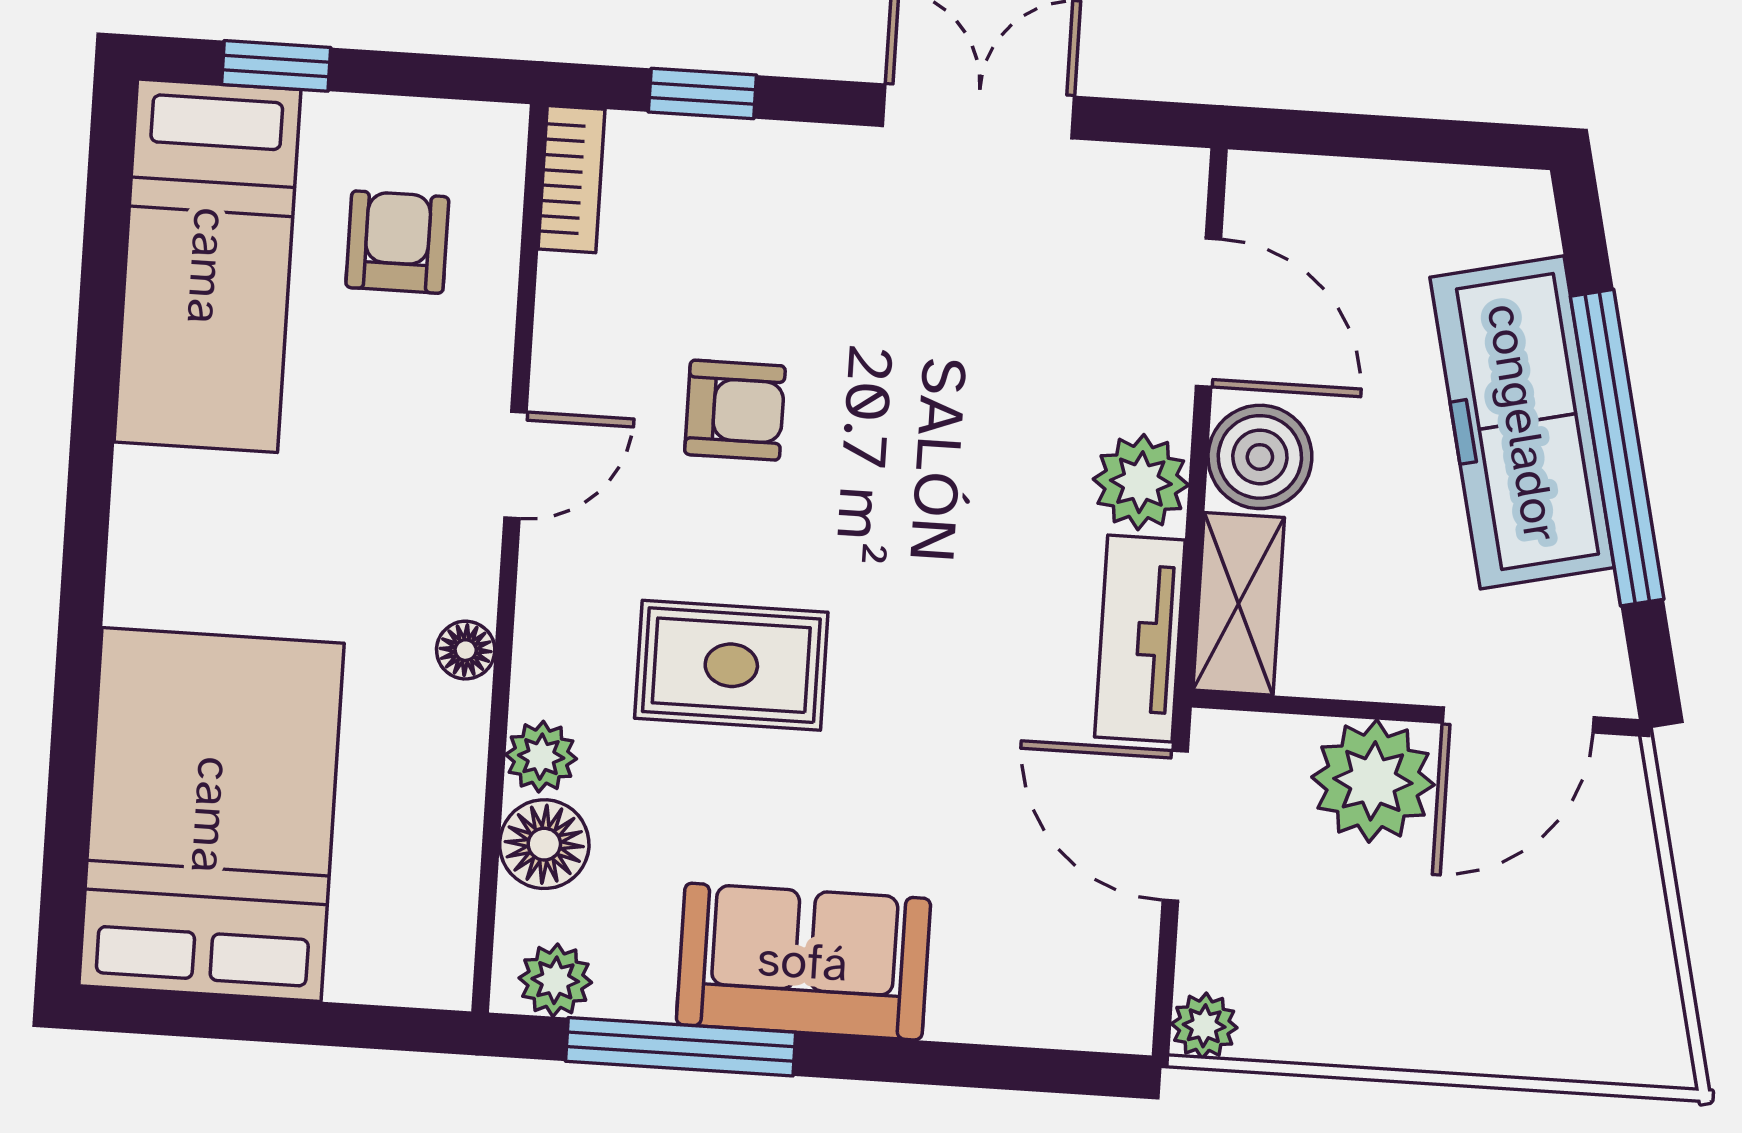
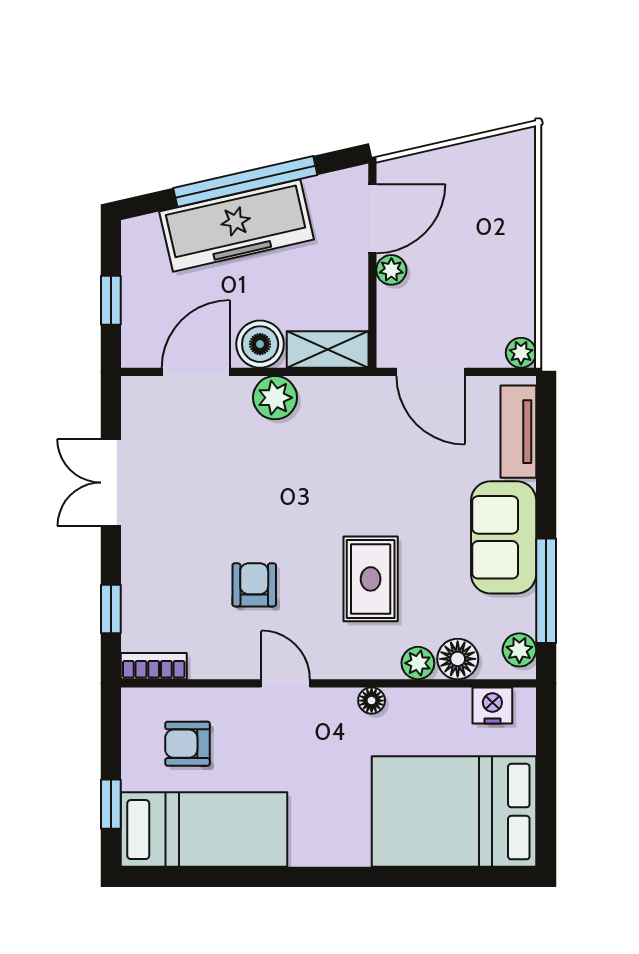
window: (1377, 137) -> (111, 300), added
tv unit: (1140, 639) -> (518, 432), moved, turned 90
door: (1518, 720) -> (372, 219), hinge flipped
plant: (1373, 781) -> (391, 270), width x0.53, depth x0.53
door: (1175, 826) -> (431, 372), hinge flipped
nightstand: (438, 913) -> (492, 705), added

